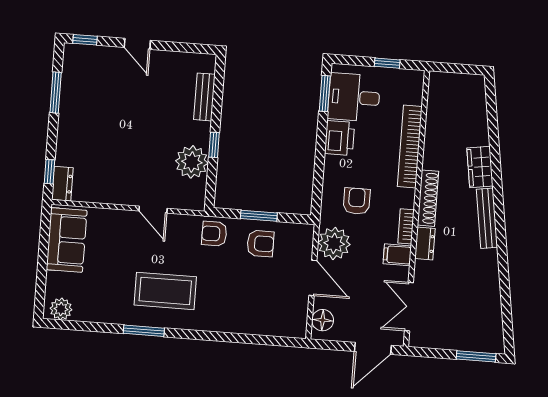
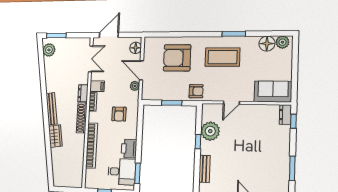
door: (153, 210) -> (231, 103), swing flipped
sofa: (67, 240) -> (273, 92), moved, turned 90
plant: (334, 243) -> (135, 86), width x0.53, depth x0.53
armchair: (260, 244) -> (177, 58), moved, width x1.88, depth x1.88
floor lamp: (87, 309) -> (267, 44), added
plant: (491, 330) -> (49, 50), added

